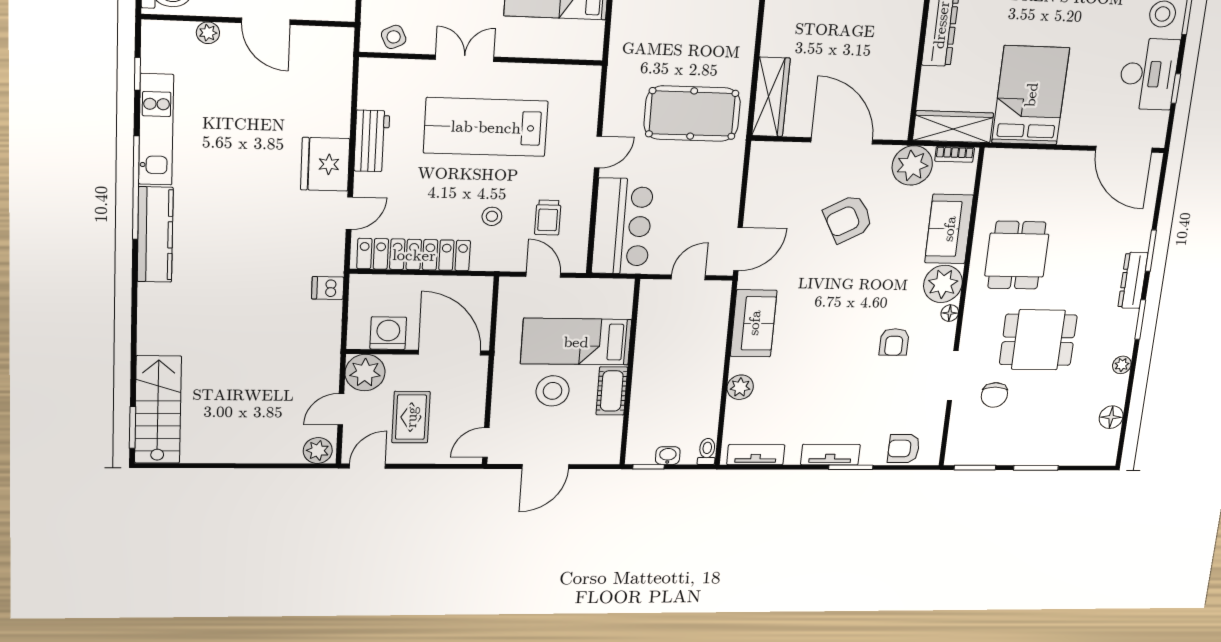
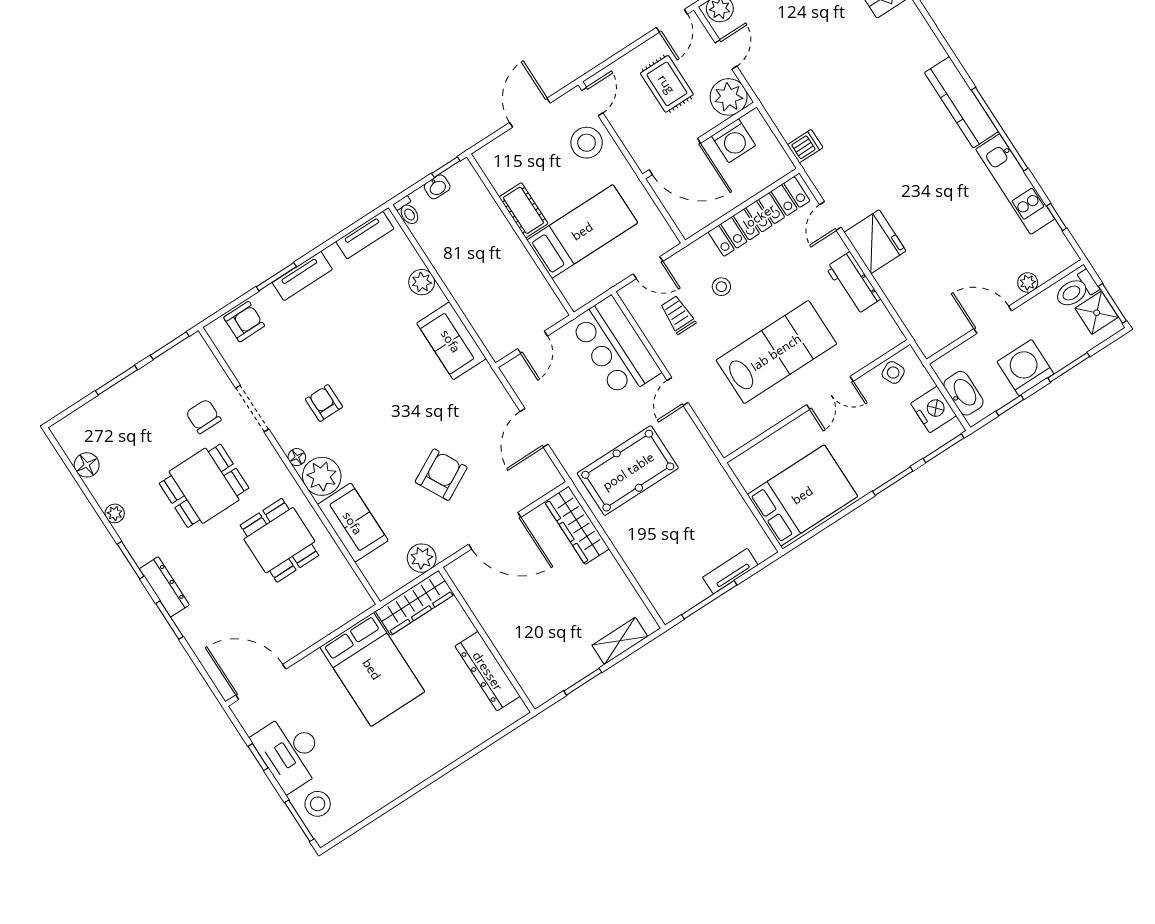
bookcase: (955, 154) -> (396, 583), removed
plant: (912, 165) -> (422, 558), width x0.73, depth x0.73
door: (738, 249) -> (534, 428), moved
stool: (553, 391) -> (587, 143), moved

